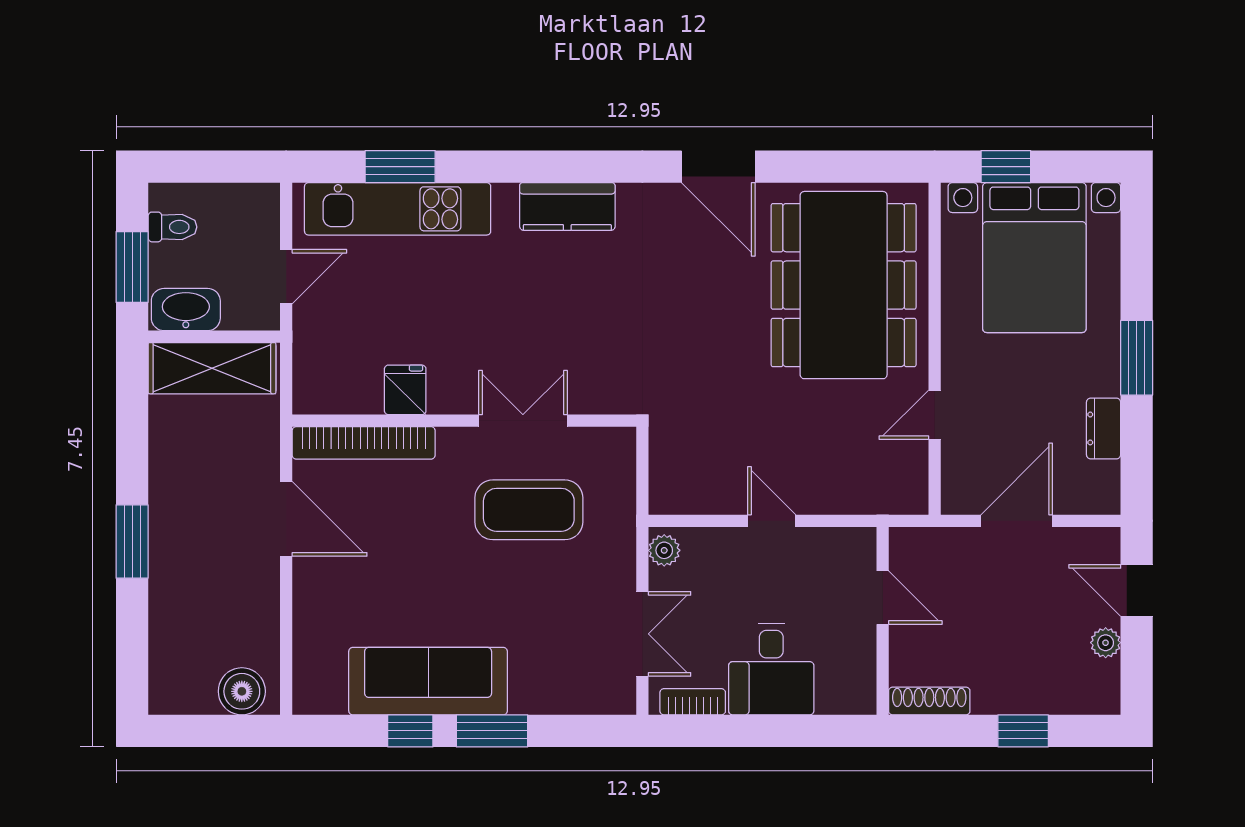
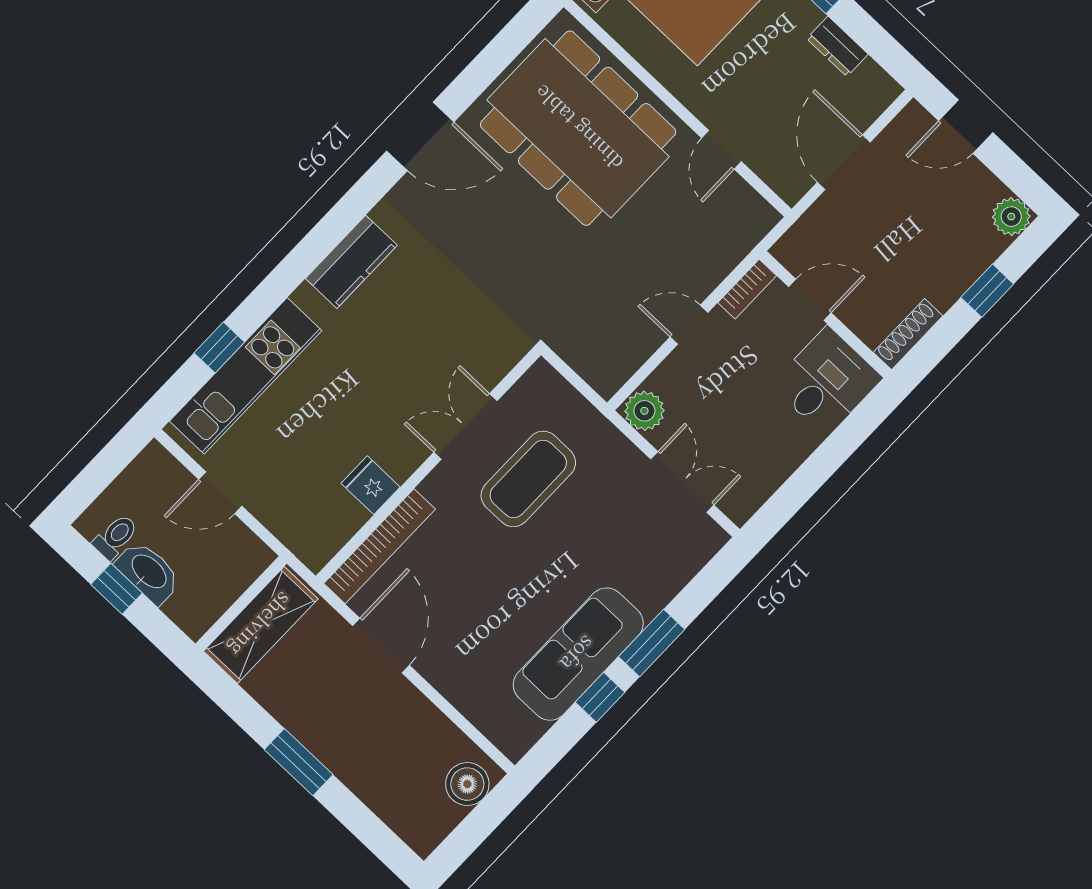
window: (400, 167) -> (219, 347), width x0.67
window: (132, 267) -> (117, 589), width x0.67
door: (286, 277) -> (220, 493), swing flipped
washbasin: (186, 310) -> (148, 572), moved, turned 90
wall: (214, 337) -> (241, 604), moved
shelving: (212, 368) -> (261, 625), moved
door: (286, 519) -> (381, 646), hinge flipped
plant: (664, 550) -> (644, 411), width x1.38, depth x1.38
plant: (1106, 643) -> (1011, 217), moved, width x1.38, depth x1.38
desk: (771, 669) -> (827, 381), moved, turned -90
bookcase: (693, 702) -> (747, 289), moved, turned 180

